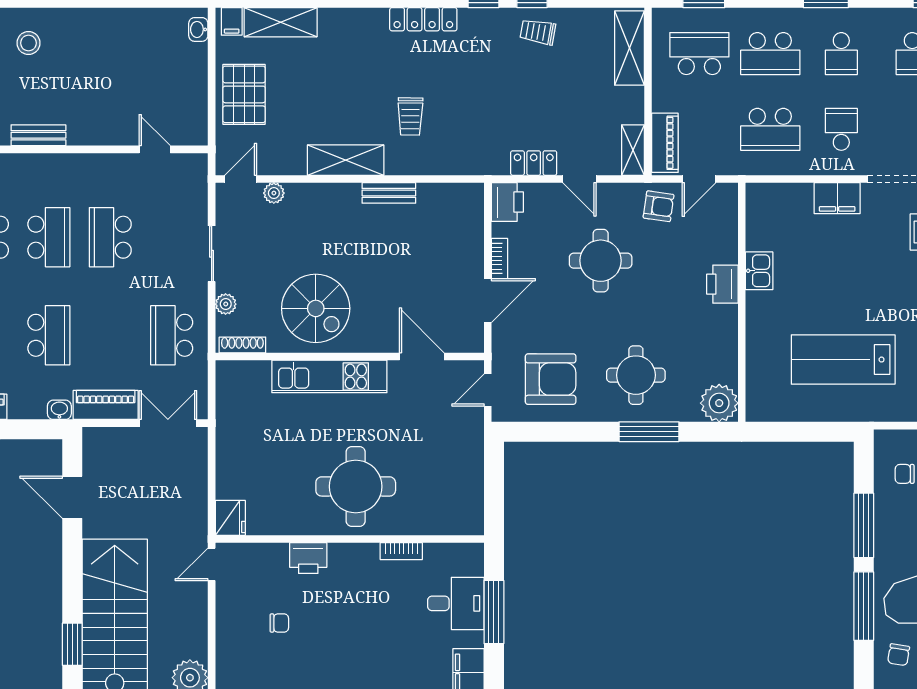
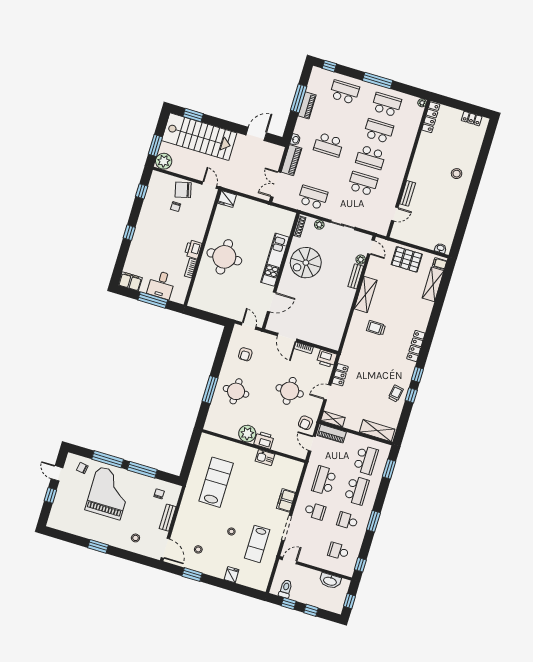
school desk: (770, 54) -> (357, 490), turned 180
bench: (38, 135) -> (408, 193), moved
bench: (389, 193) -> (356, 276), moved
armchair: (551, 379) -> (245, 354), width x0.53, depth x0.53
plant: (719, 403) -> (247, 434), moved
double door: (168, 423) -> (276, 184), swing flipped
printer: (308, 558) -> (193, 249), moved
chair: (239, 617) -> (183, 190), added

